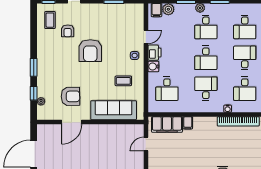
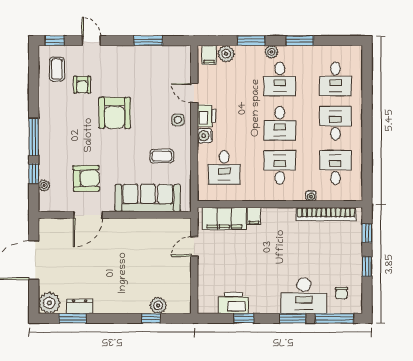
door: (146, 37) -> (194, 93), swing flipped
window: (34, 67) -> (34, 137), width x1.44
desk: (245, 89) -> (335, 167), turned 180

